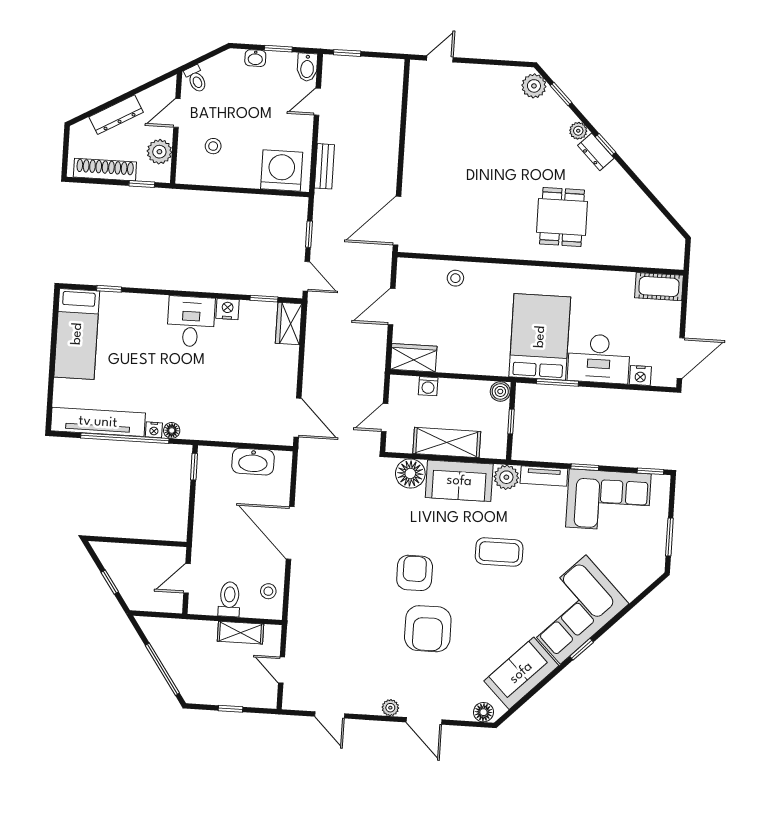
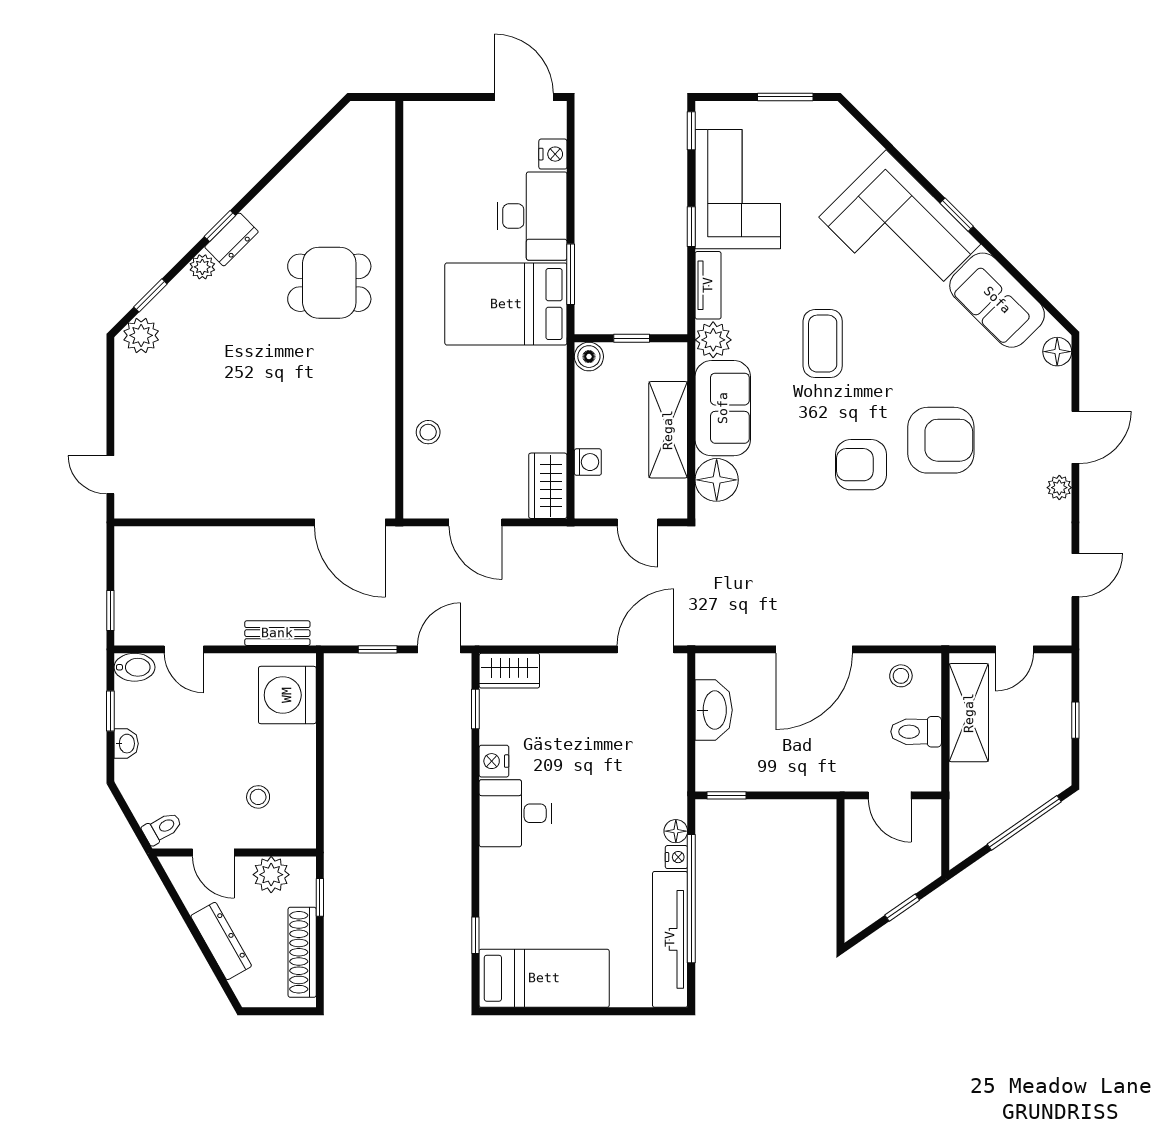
cot: (659, 287) -> (422, 135), removed
shelving: (240, 633) -> (969, 713), width x1.50, depth x1.33

